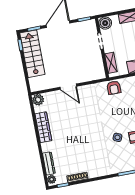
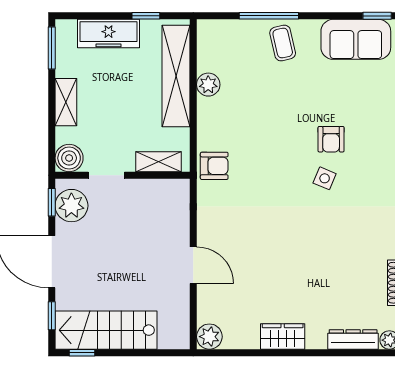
plant: (84, 28) -> (71, 206), added
door: (68, 87) -> (193, 265), hinge flipped
wardrobe: (43, 127) -> (283, 336), width x0.67

